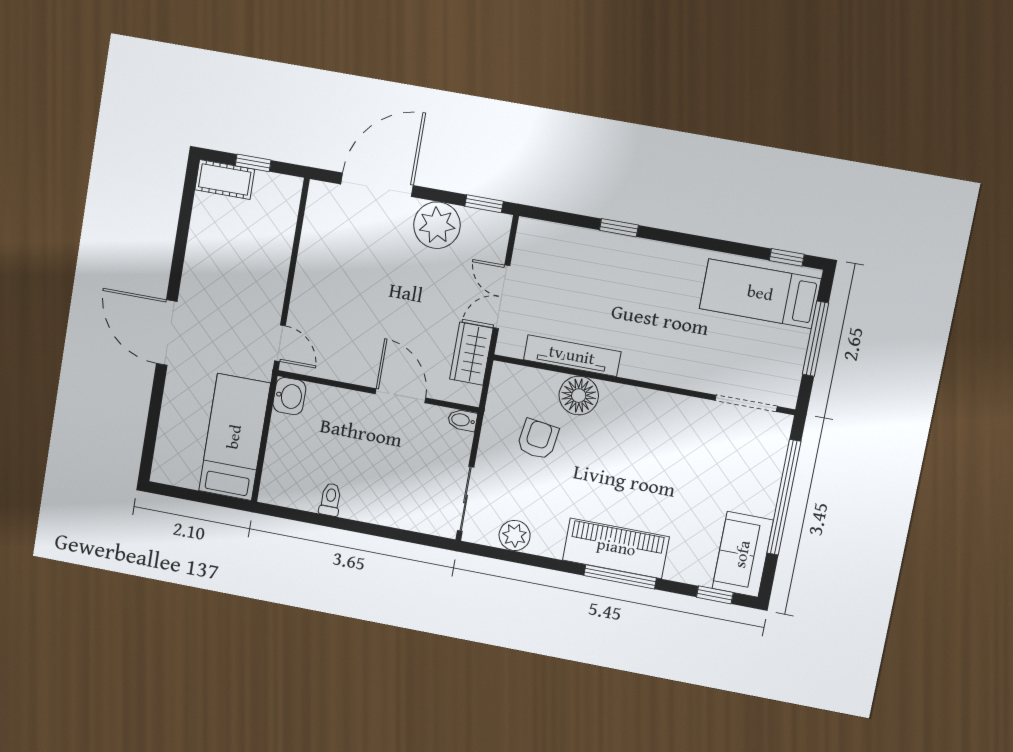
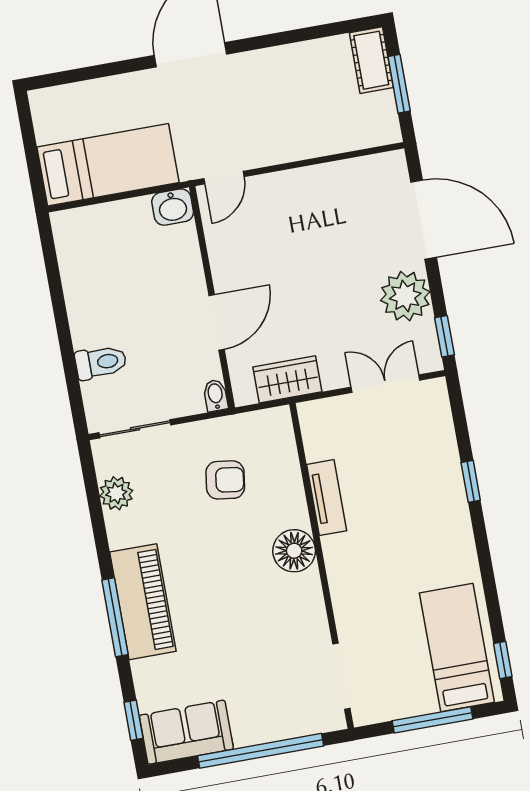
window: (253, 163) -> (399, 84), width x1.50
double door: (502, 297) -> (385, 384), moved
tv unit: (572, 356) -> (327, 498), width x0.71
floor lamp: (579, 396) -> (294, 551), moved
toilet: (330, 500) -> (101, 362), moved, width x1.37, depth x1.39

